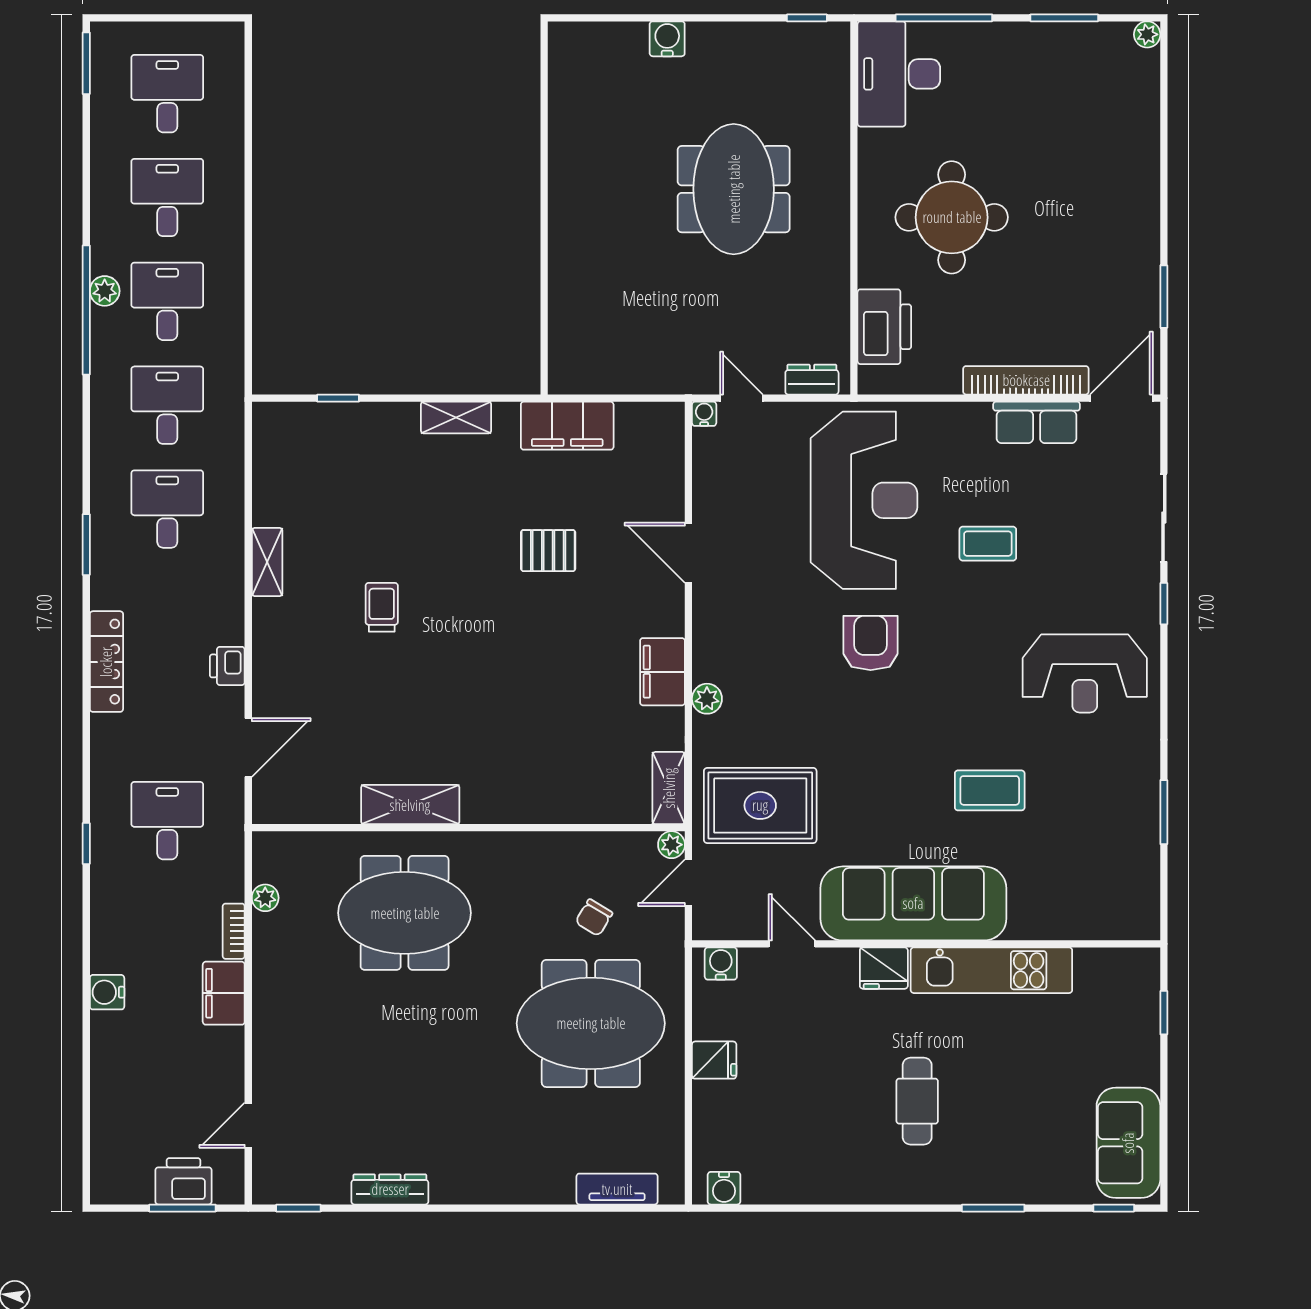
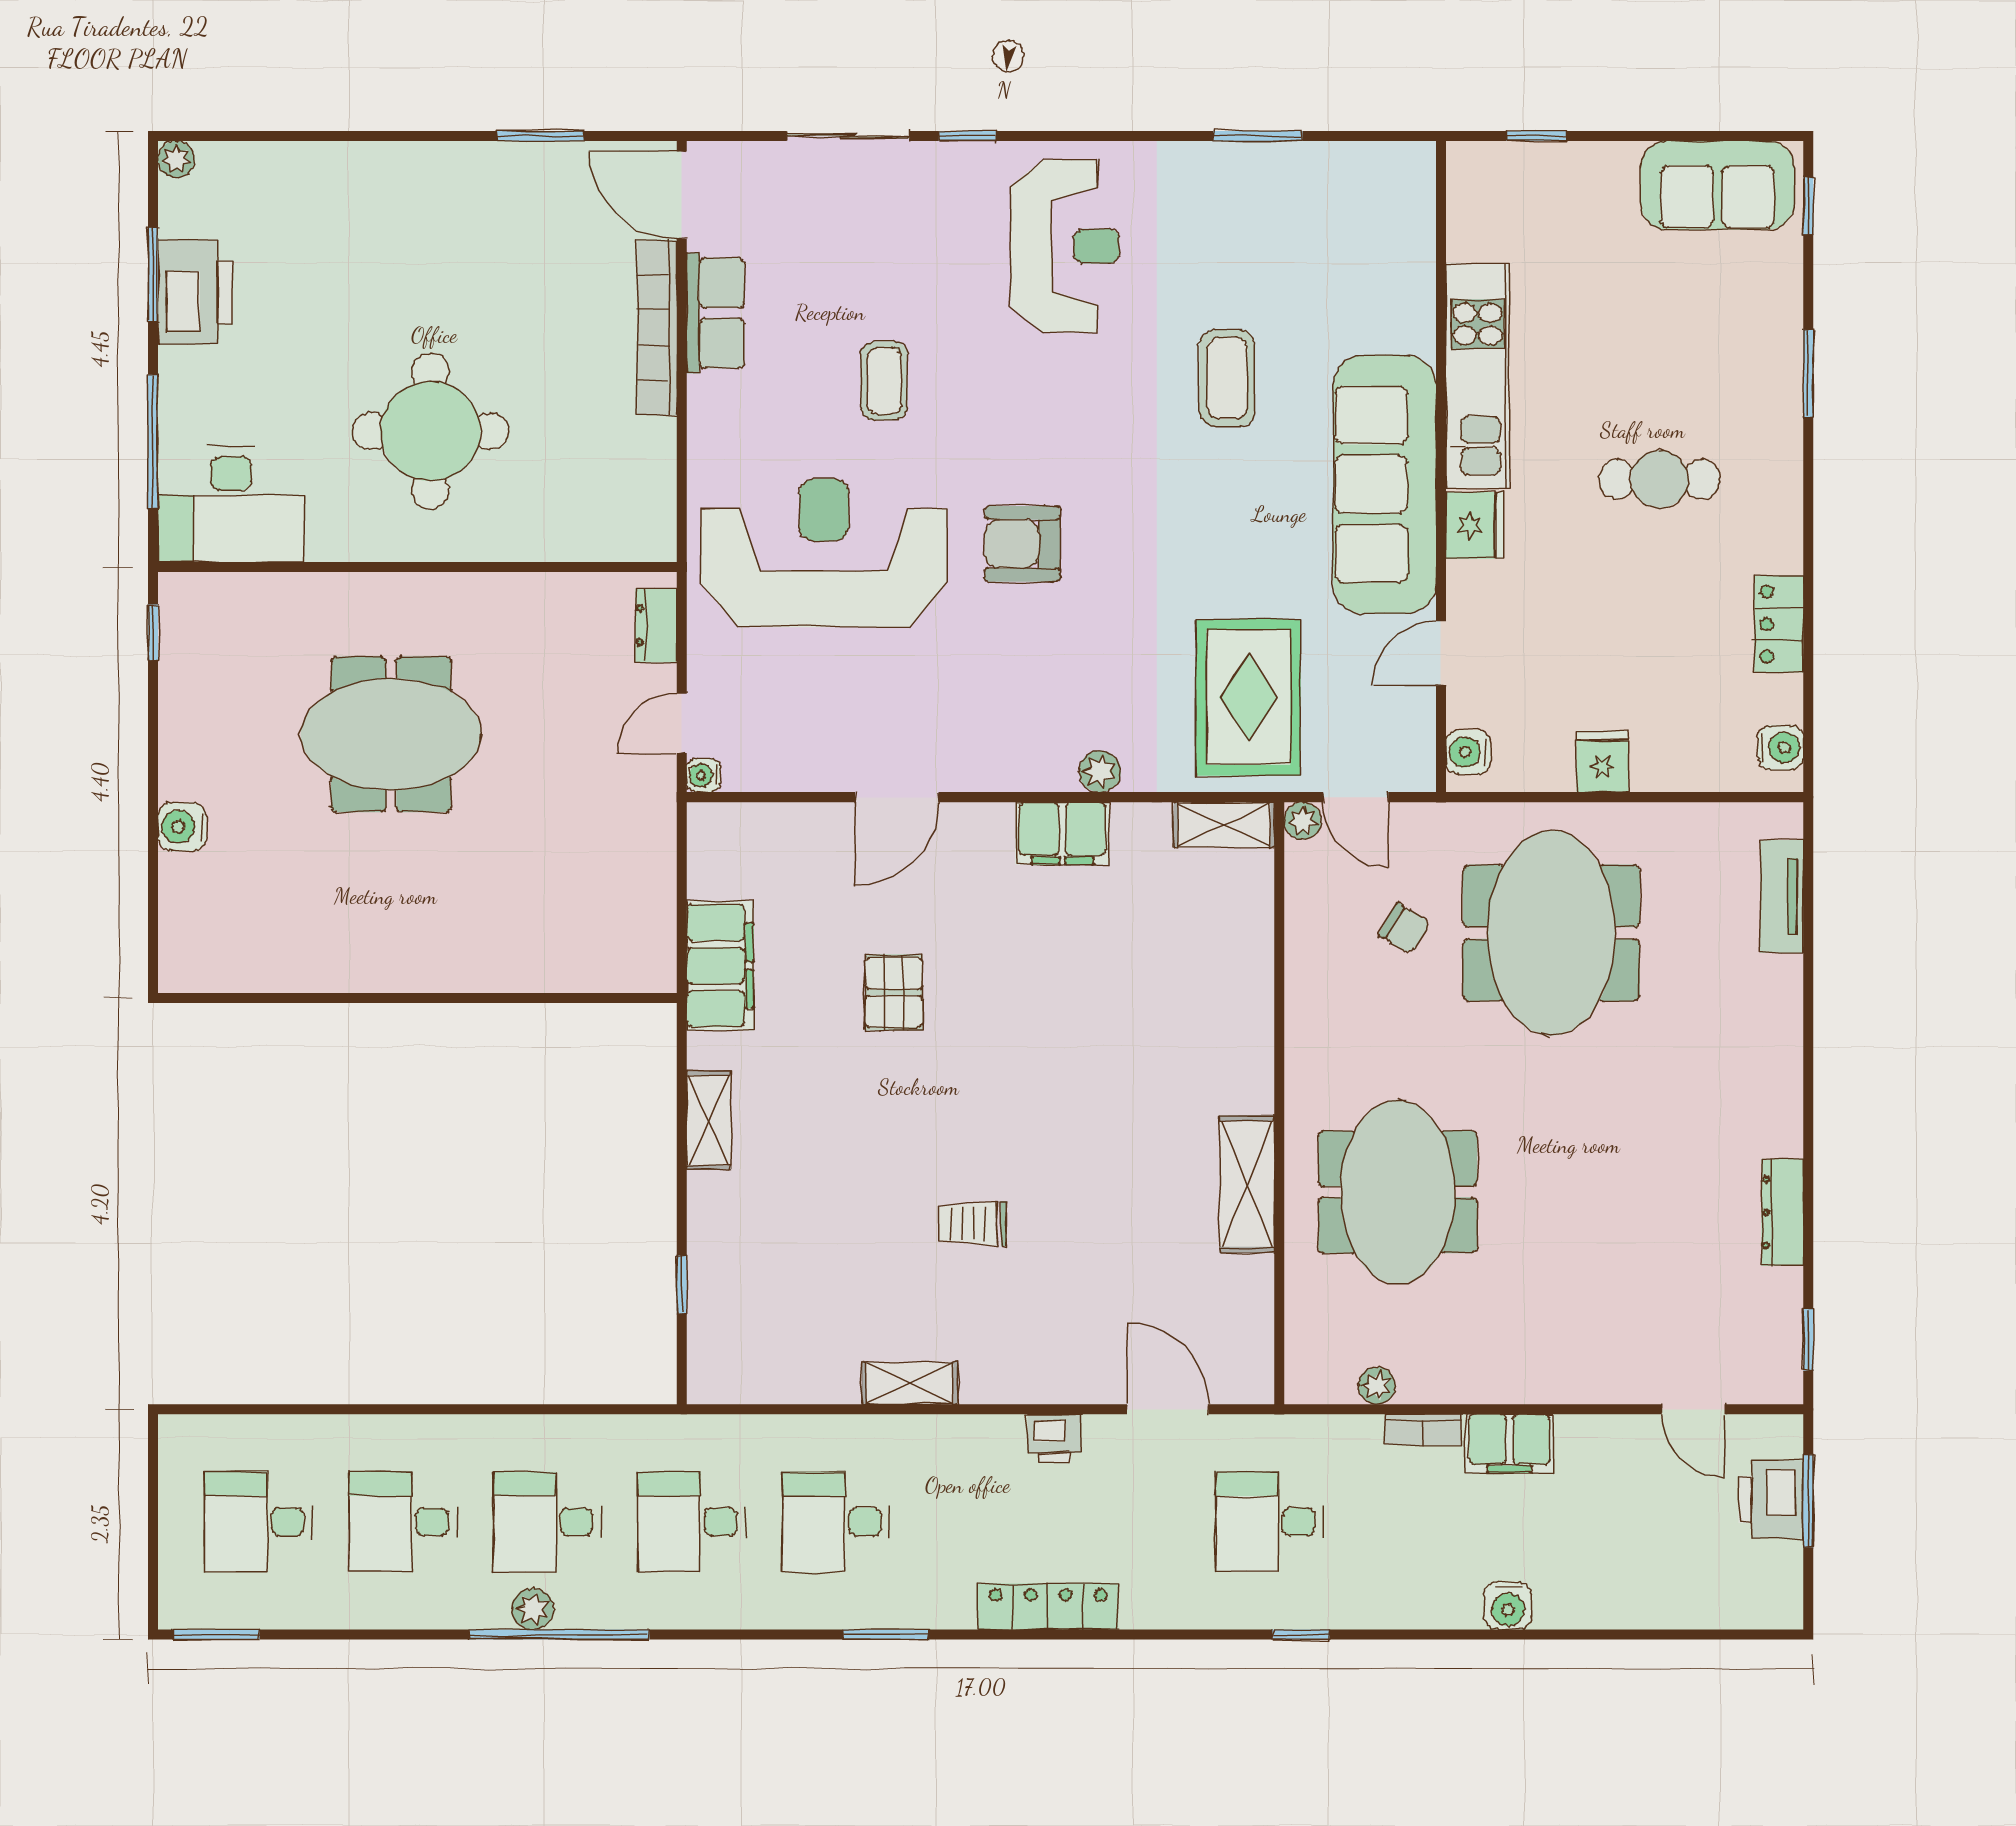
printer: (884, 327) -> (195, 292), moved, turned 90
locker: (813, 1187) -> (1779, 624), added

